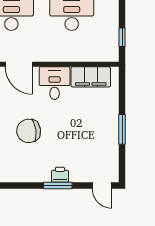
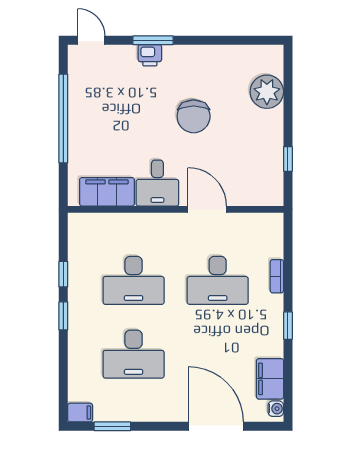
window: (122, 37) -> (63, 274), moved
window: (122, 129) -> (63, 119), width x2.11
chair: (29, 131) -> (194, 116), turned 98

